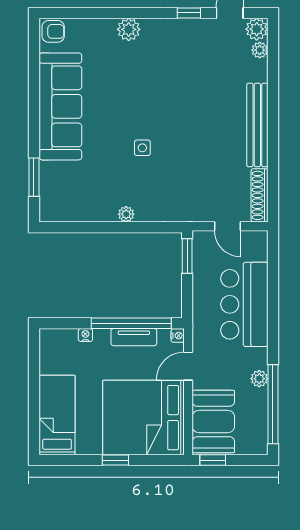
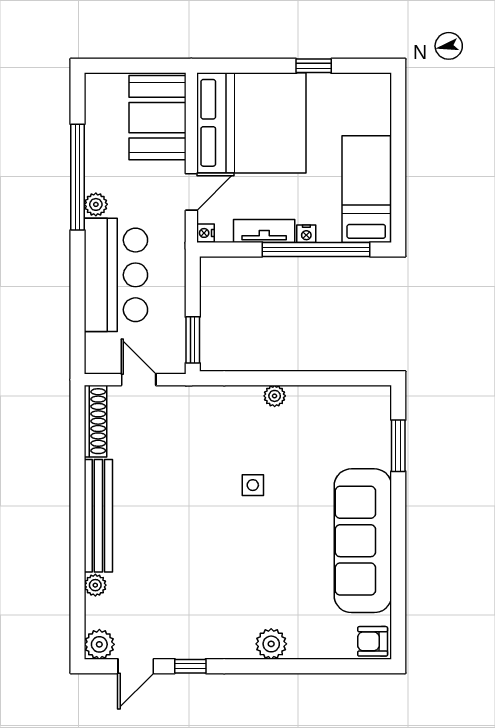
plant: (260, 50) -> (95, 585), moved
window: (131, 323) -> (316, 249), moved
nightstand: (85, 335) -> (306, 234), moved
plant: (259, 379) -> (96, 204), moved
window: (273, 404) -> (78, 177), moved
bed: (57, 415) -> (366, 189), moved, turned 180
window: (115, 460) -> (314, 66), moved
window: (213, 460) -> (158, 66), removed

